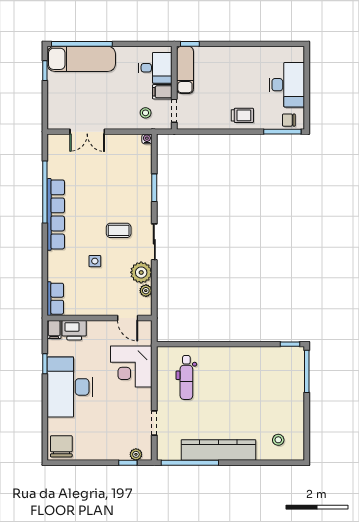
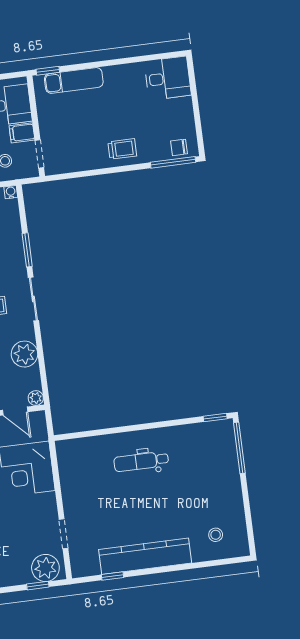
exam couch: (185, 70) -> (74, 80), moved, turned 90
desk: (287, 85) -> (168, 78), moved, width x0.73
sliding door: (154, 242) -> (33, 299), moved
plant: (146, 291) -> (36, 398), moved
dental chair: (186, 377) -> (141, 461), moved, turned 90
plant: (136, 454) -> (45, 568), width x1.88, depth x1.88
window: (190, 463) -> (113, 576), width x0.32

